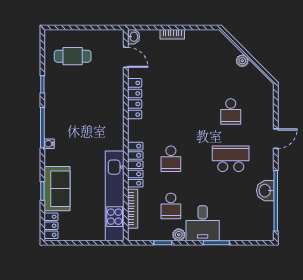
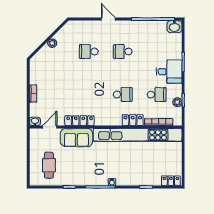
school desk: (231, 112) -> (89, 51), turned 180
school desk: (231, 159) -> (123, 51), width x0.54
locker: (135, 165) -> (133, 120), width x0.66
sofa: (57, 189) -> (77, 138), moved, turned 180
washbasin: (265, 191) -> (174, 27), moved
kitchen unit: (115, 196) -> (138, 135), width x1.36
plant: (179, 235) -> (177, 102), moved

